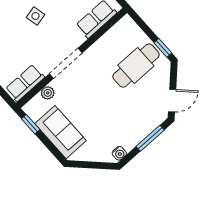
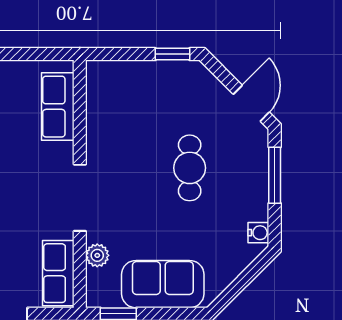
cafe table: (136, 66) -> (190, 168), moved, width x0.73, depth x0.74

